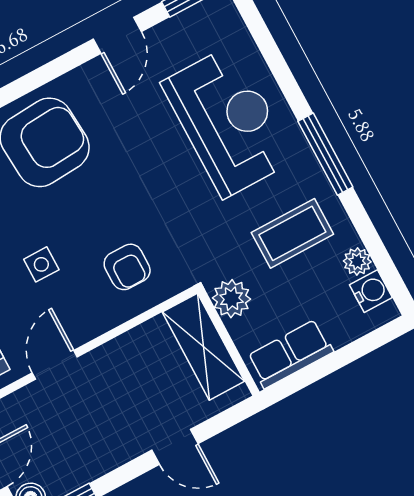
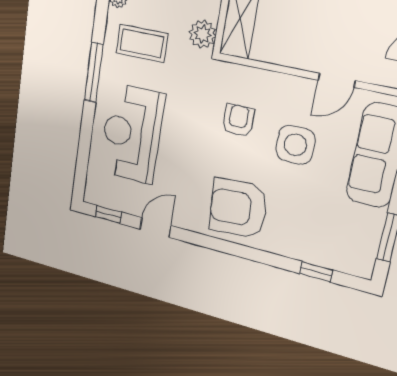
side table: (41, 264) -> (295, 145), width x1.87, depth x1.87
armchair: (127, 267) -> (238, 120), moved

